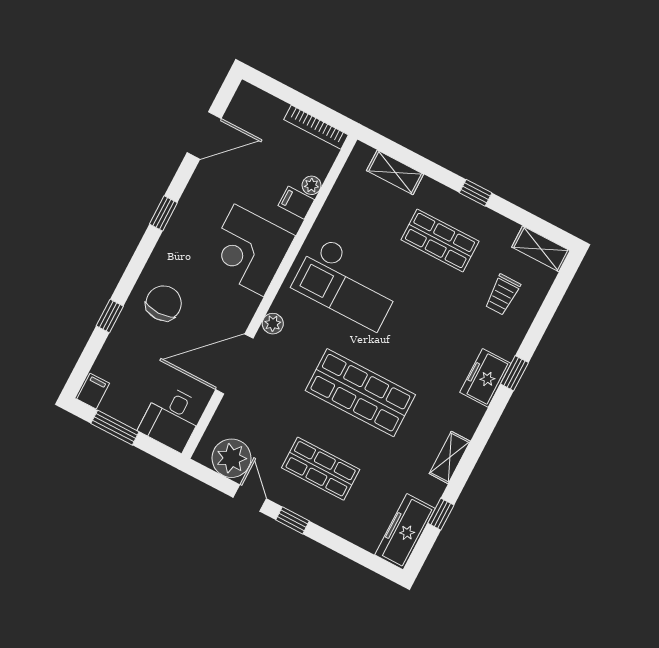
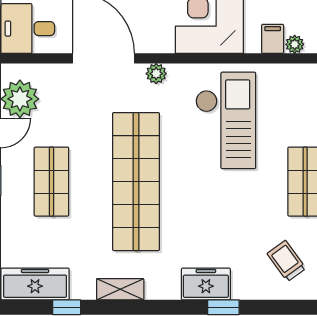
checkout: (348, 283) -> (226, 120), turned 180
trolley: (503, 295) -> (286, 261), turned 54
shop shelf: (360, 393) -> (136, 182), width x1.40

